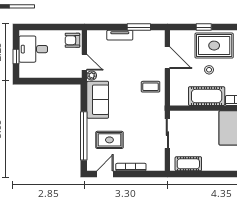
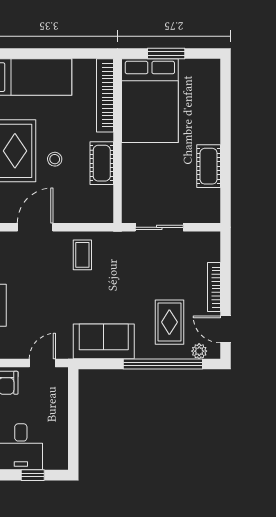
plant: (92, 75) -> (199, 351), moved
cot: (207, 96) -> (102, 163), width x0.73, depth x0.75
cot: (188, 164) -> (209, 166), moved

